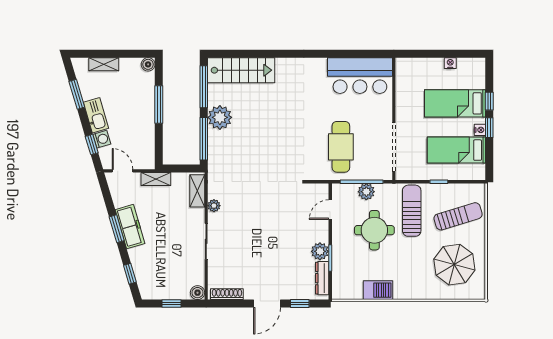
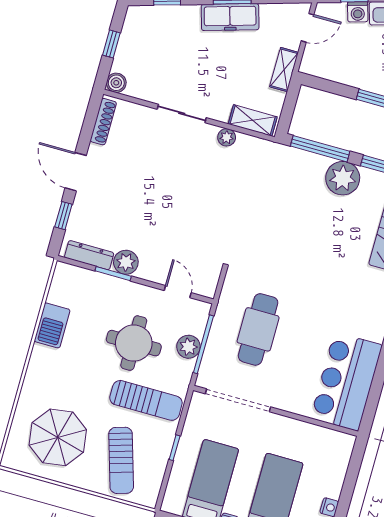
cafe table: (341, 147) -> (258, 329), turned 90

